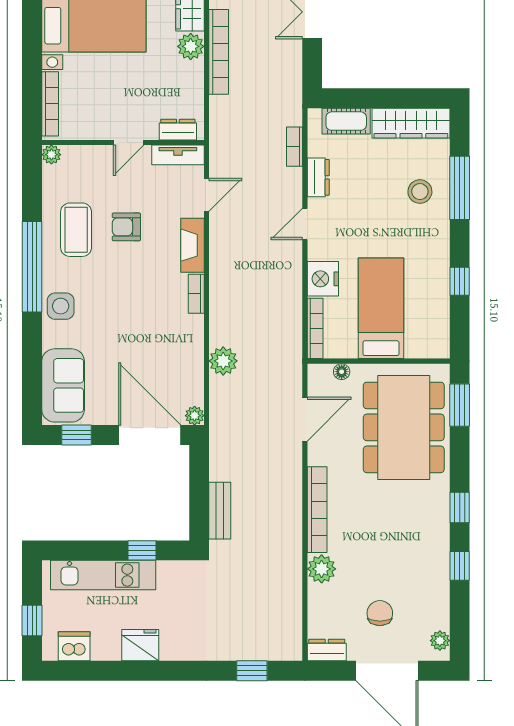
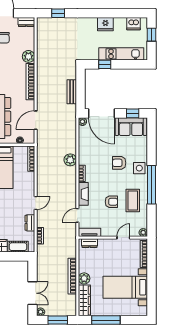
door: (129, 142) -> (123, 238), moved
nightstand: (323, 279) -> (28, 180), removed
armchair: (108, 319) -> (119, 163), added
plant: (223, 361) -> (70, 160), moved
sofa: (63, 385) -> (131, 127), moved, turned -90
bench: (220, 511) -> (72, 92), moved

